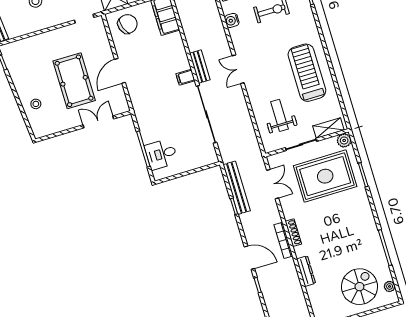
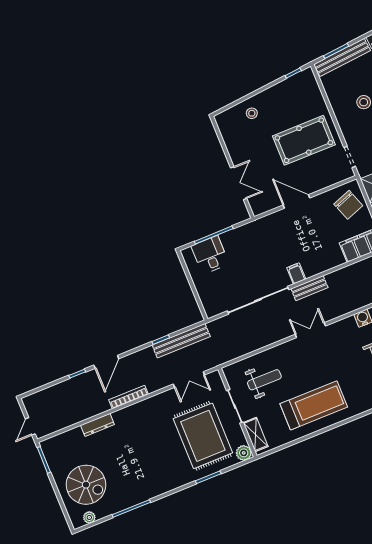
pool table: (74, 81) -> (304, 140), moved
shoe rack: (293, 233) -> (138, 407), removed

